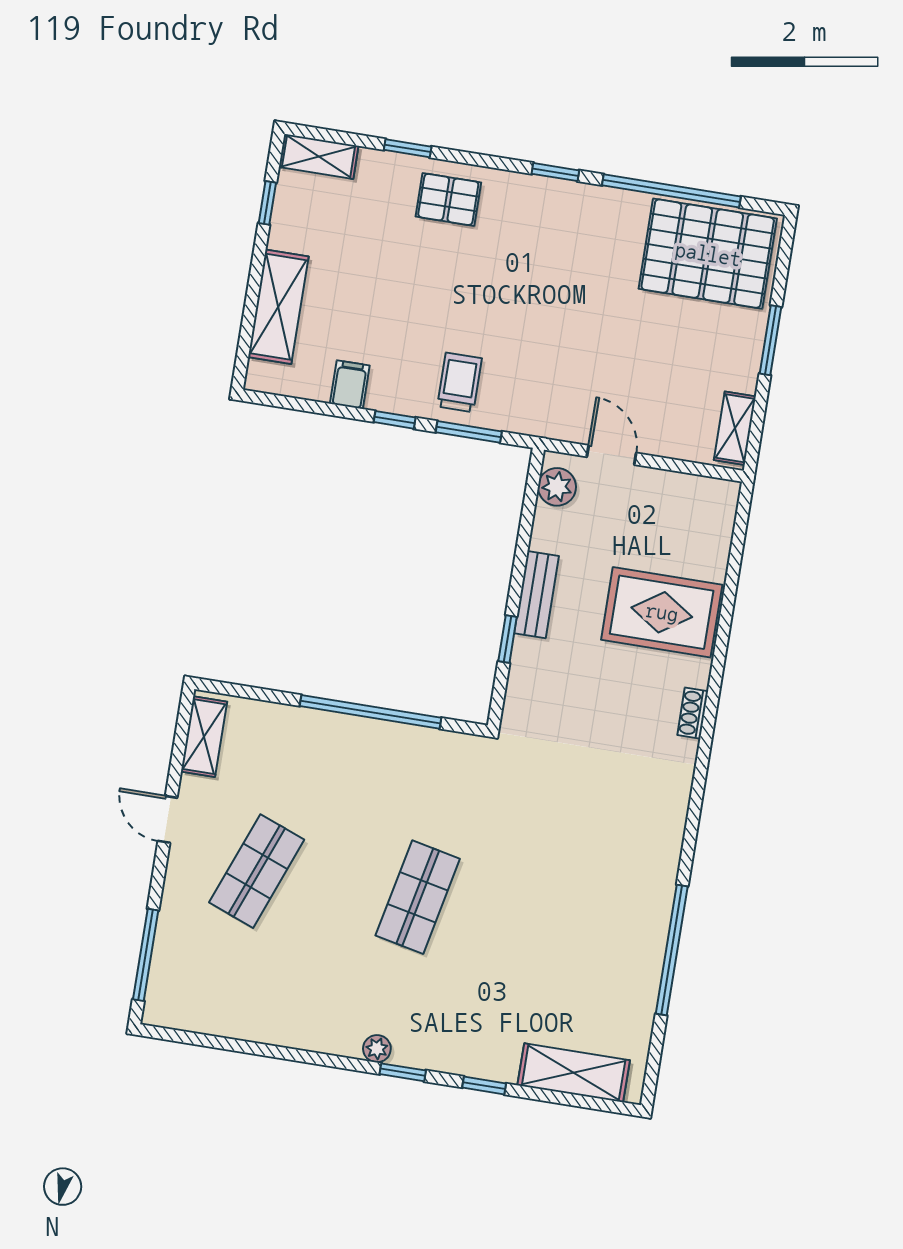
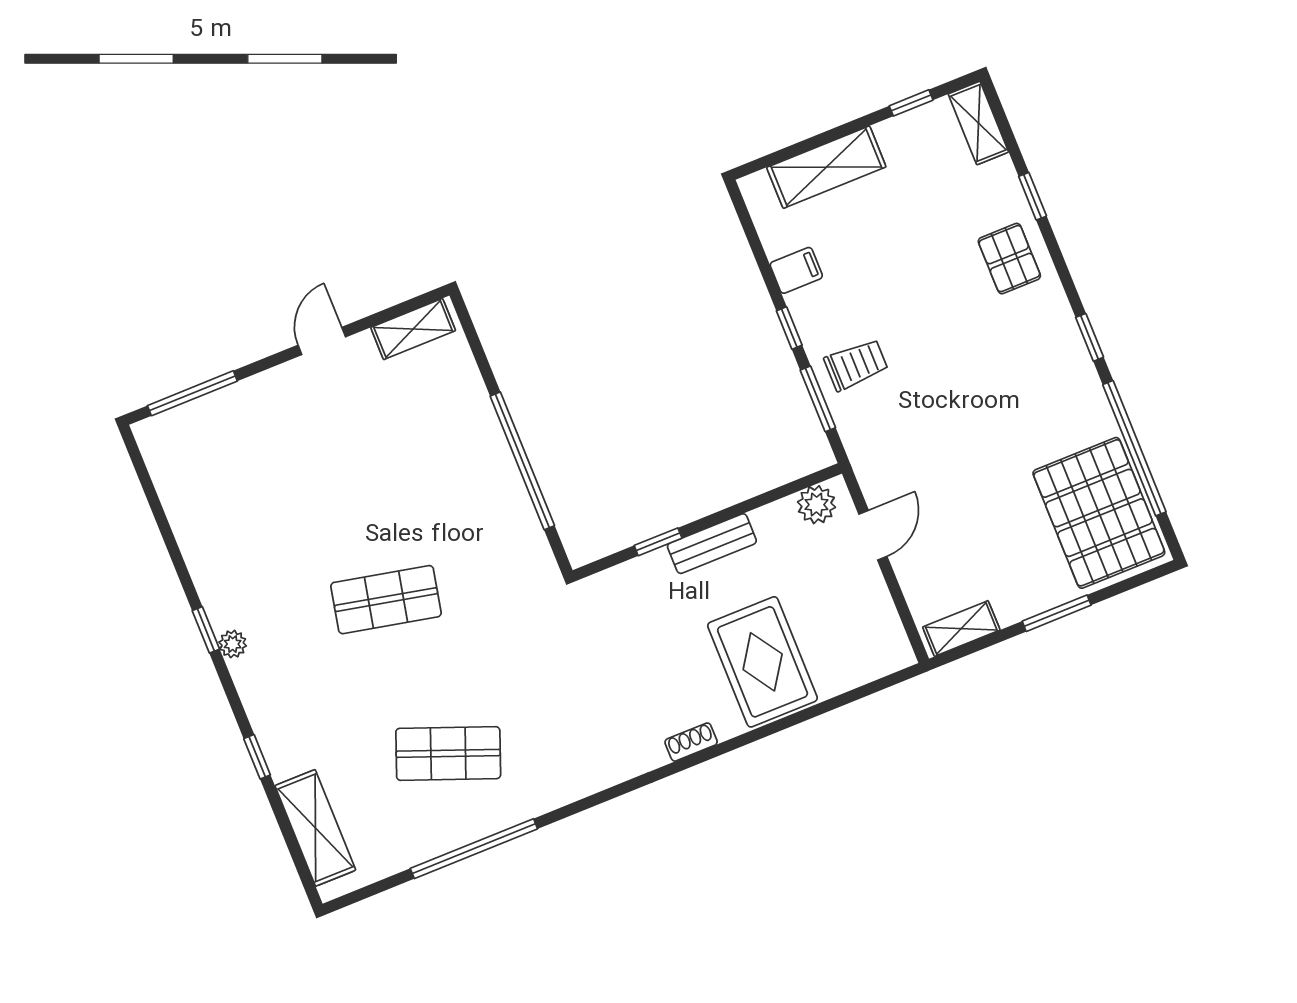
shop shelf: (257, 871) -> (448, 753), moved
window: (403, 1072) -> (206, 630), moved

